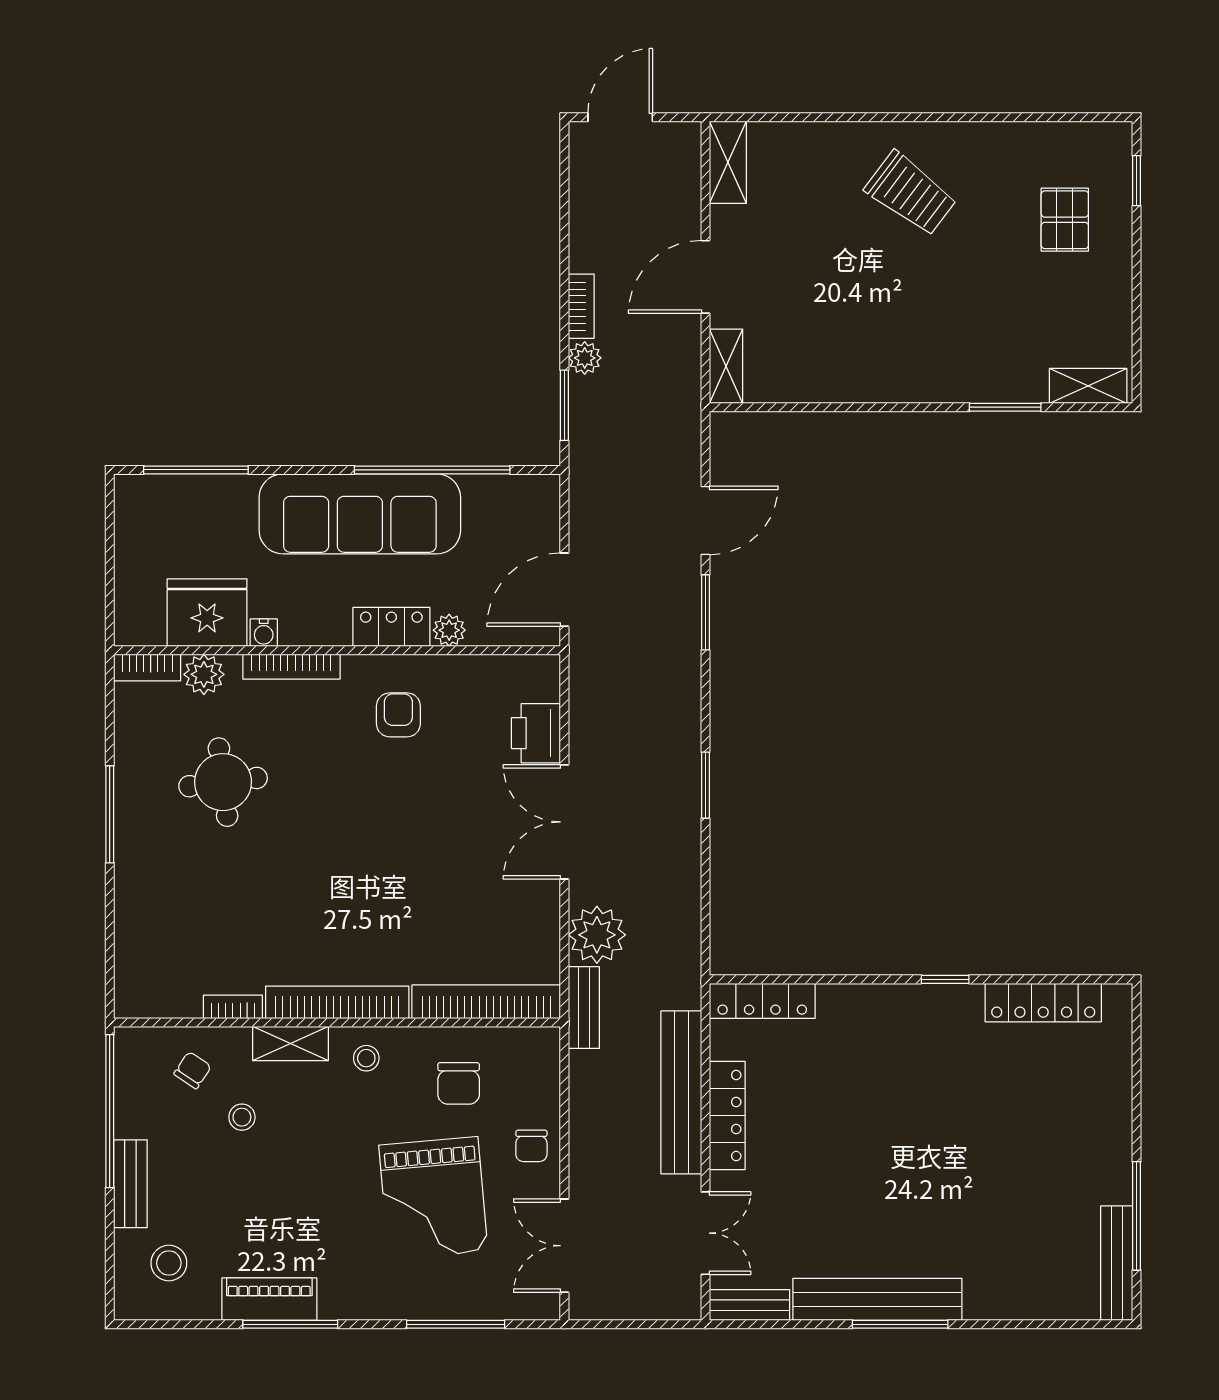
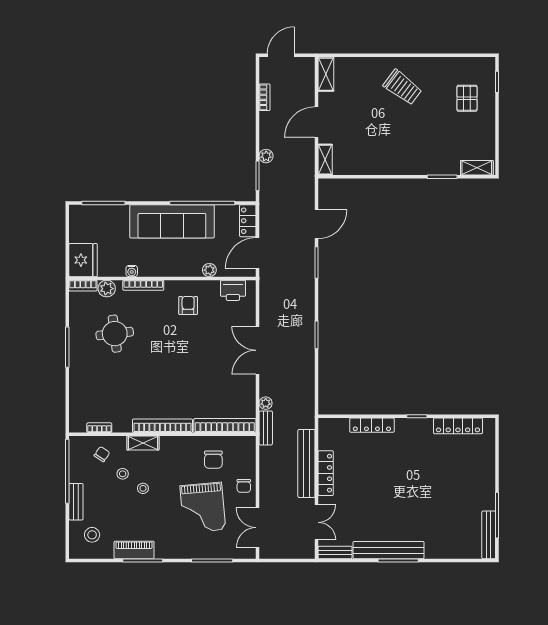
bookcase: (581, 306) -> (265, 97), moved
fridge: (207, 613) -> (83, 260), moved, turned 90
locker: (391, 627) -> (248, 221), moved, turned -90
printer: (536, 733) -> (233, 290), moved, turned -90
plant: (597, 935) -> (266, 403), width x0.53, depth x0.53
locker: (762, 1001) -> (372, 425), moved
bookcase: (233, 1007) -> (99, 428), moved
stool: (366, 1058) -> (143, 488), moved

